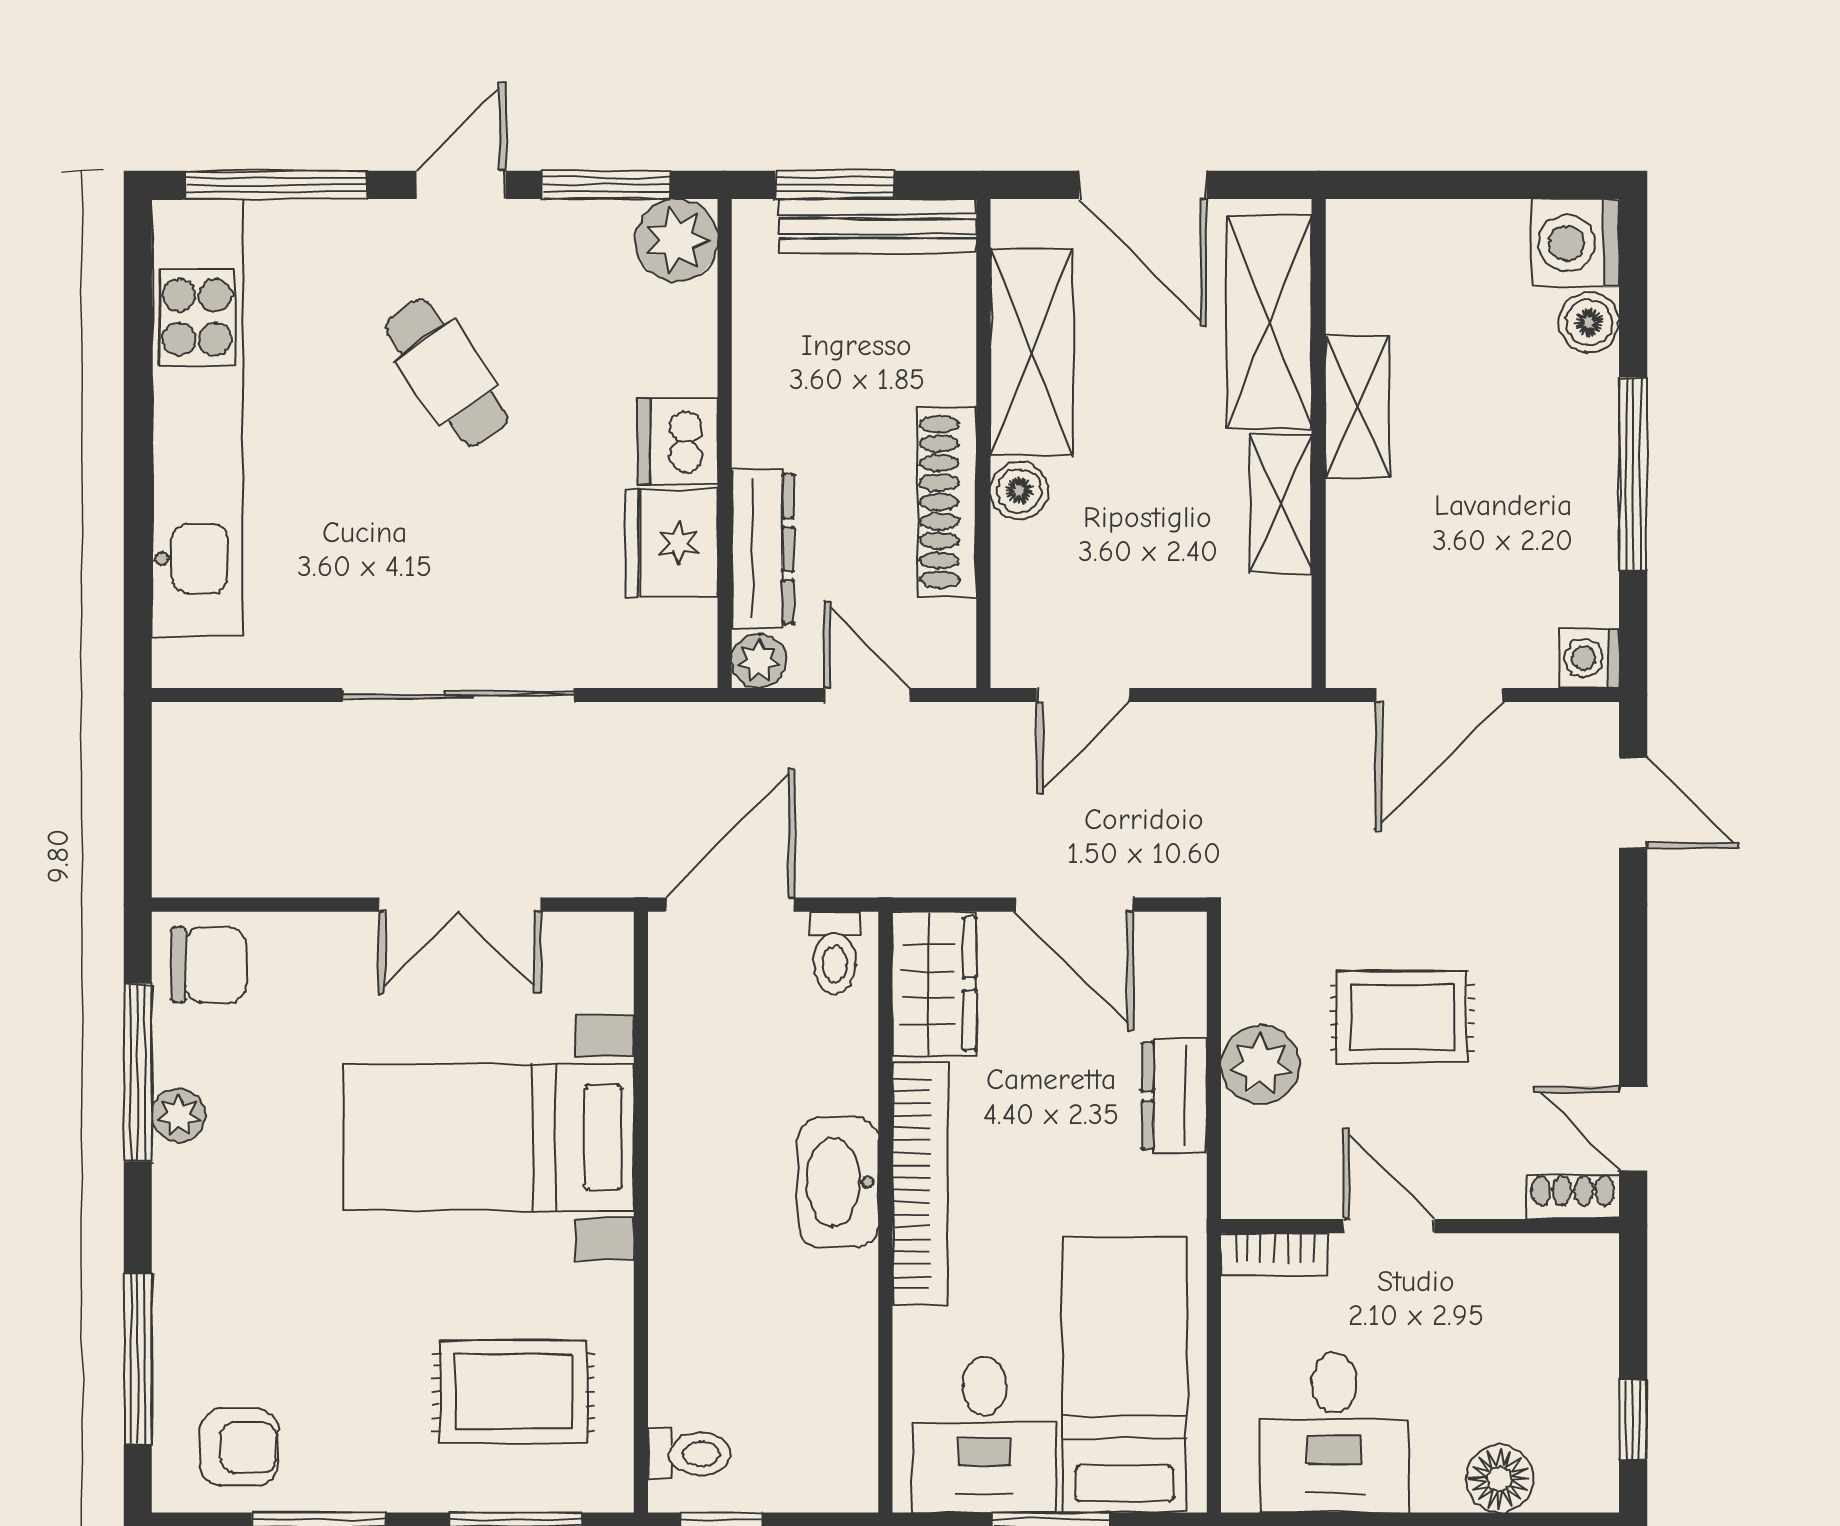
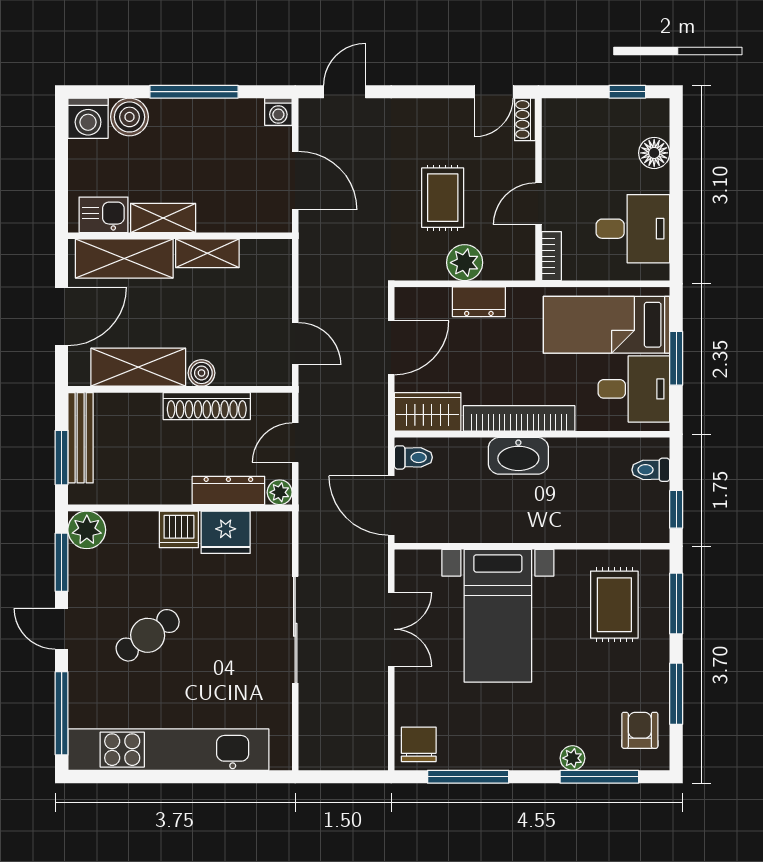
kitchen sink: (1364, 277) -> (104, 215), added
boiler: (1589, 322) -> (129, 117), width x1.36, depth x1.36
plant: (179, 1115) -> (572, 758), moved
toilet: (689, 1454) -> (651, 470), moved, turned -90

